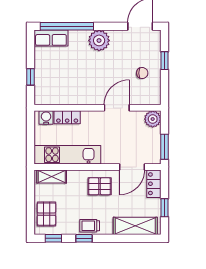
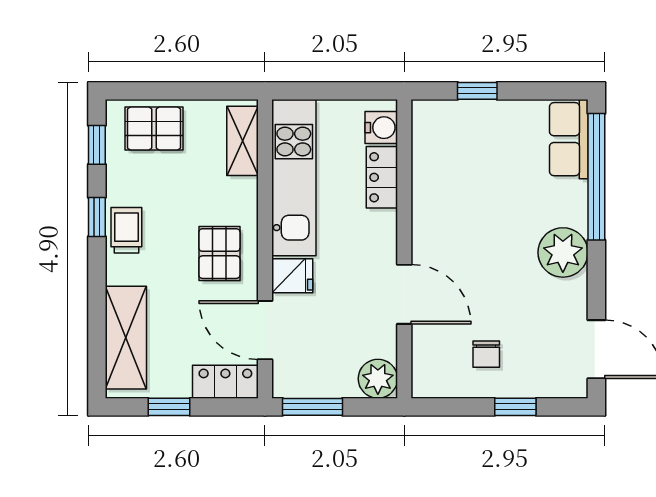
fridge: (109, 155) -> (292, 276), added

